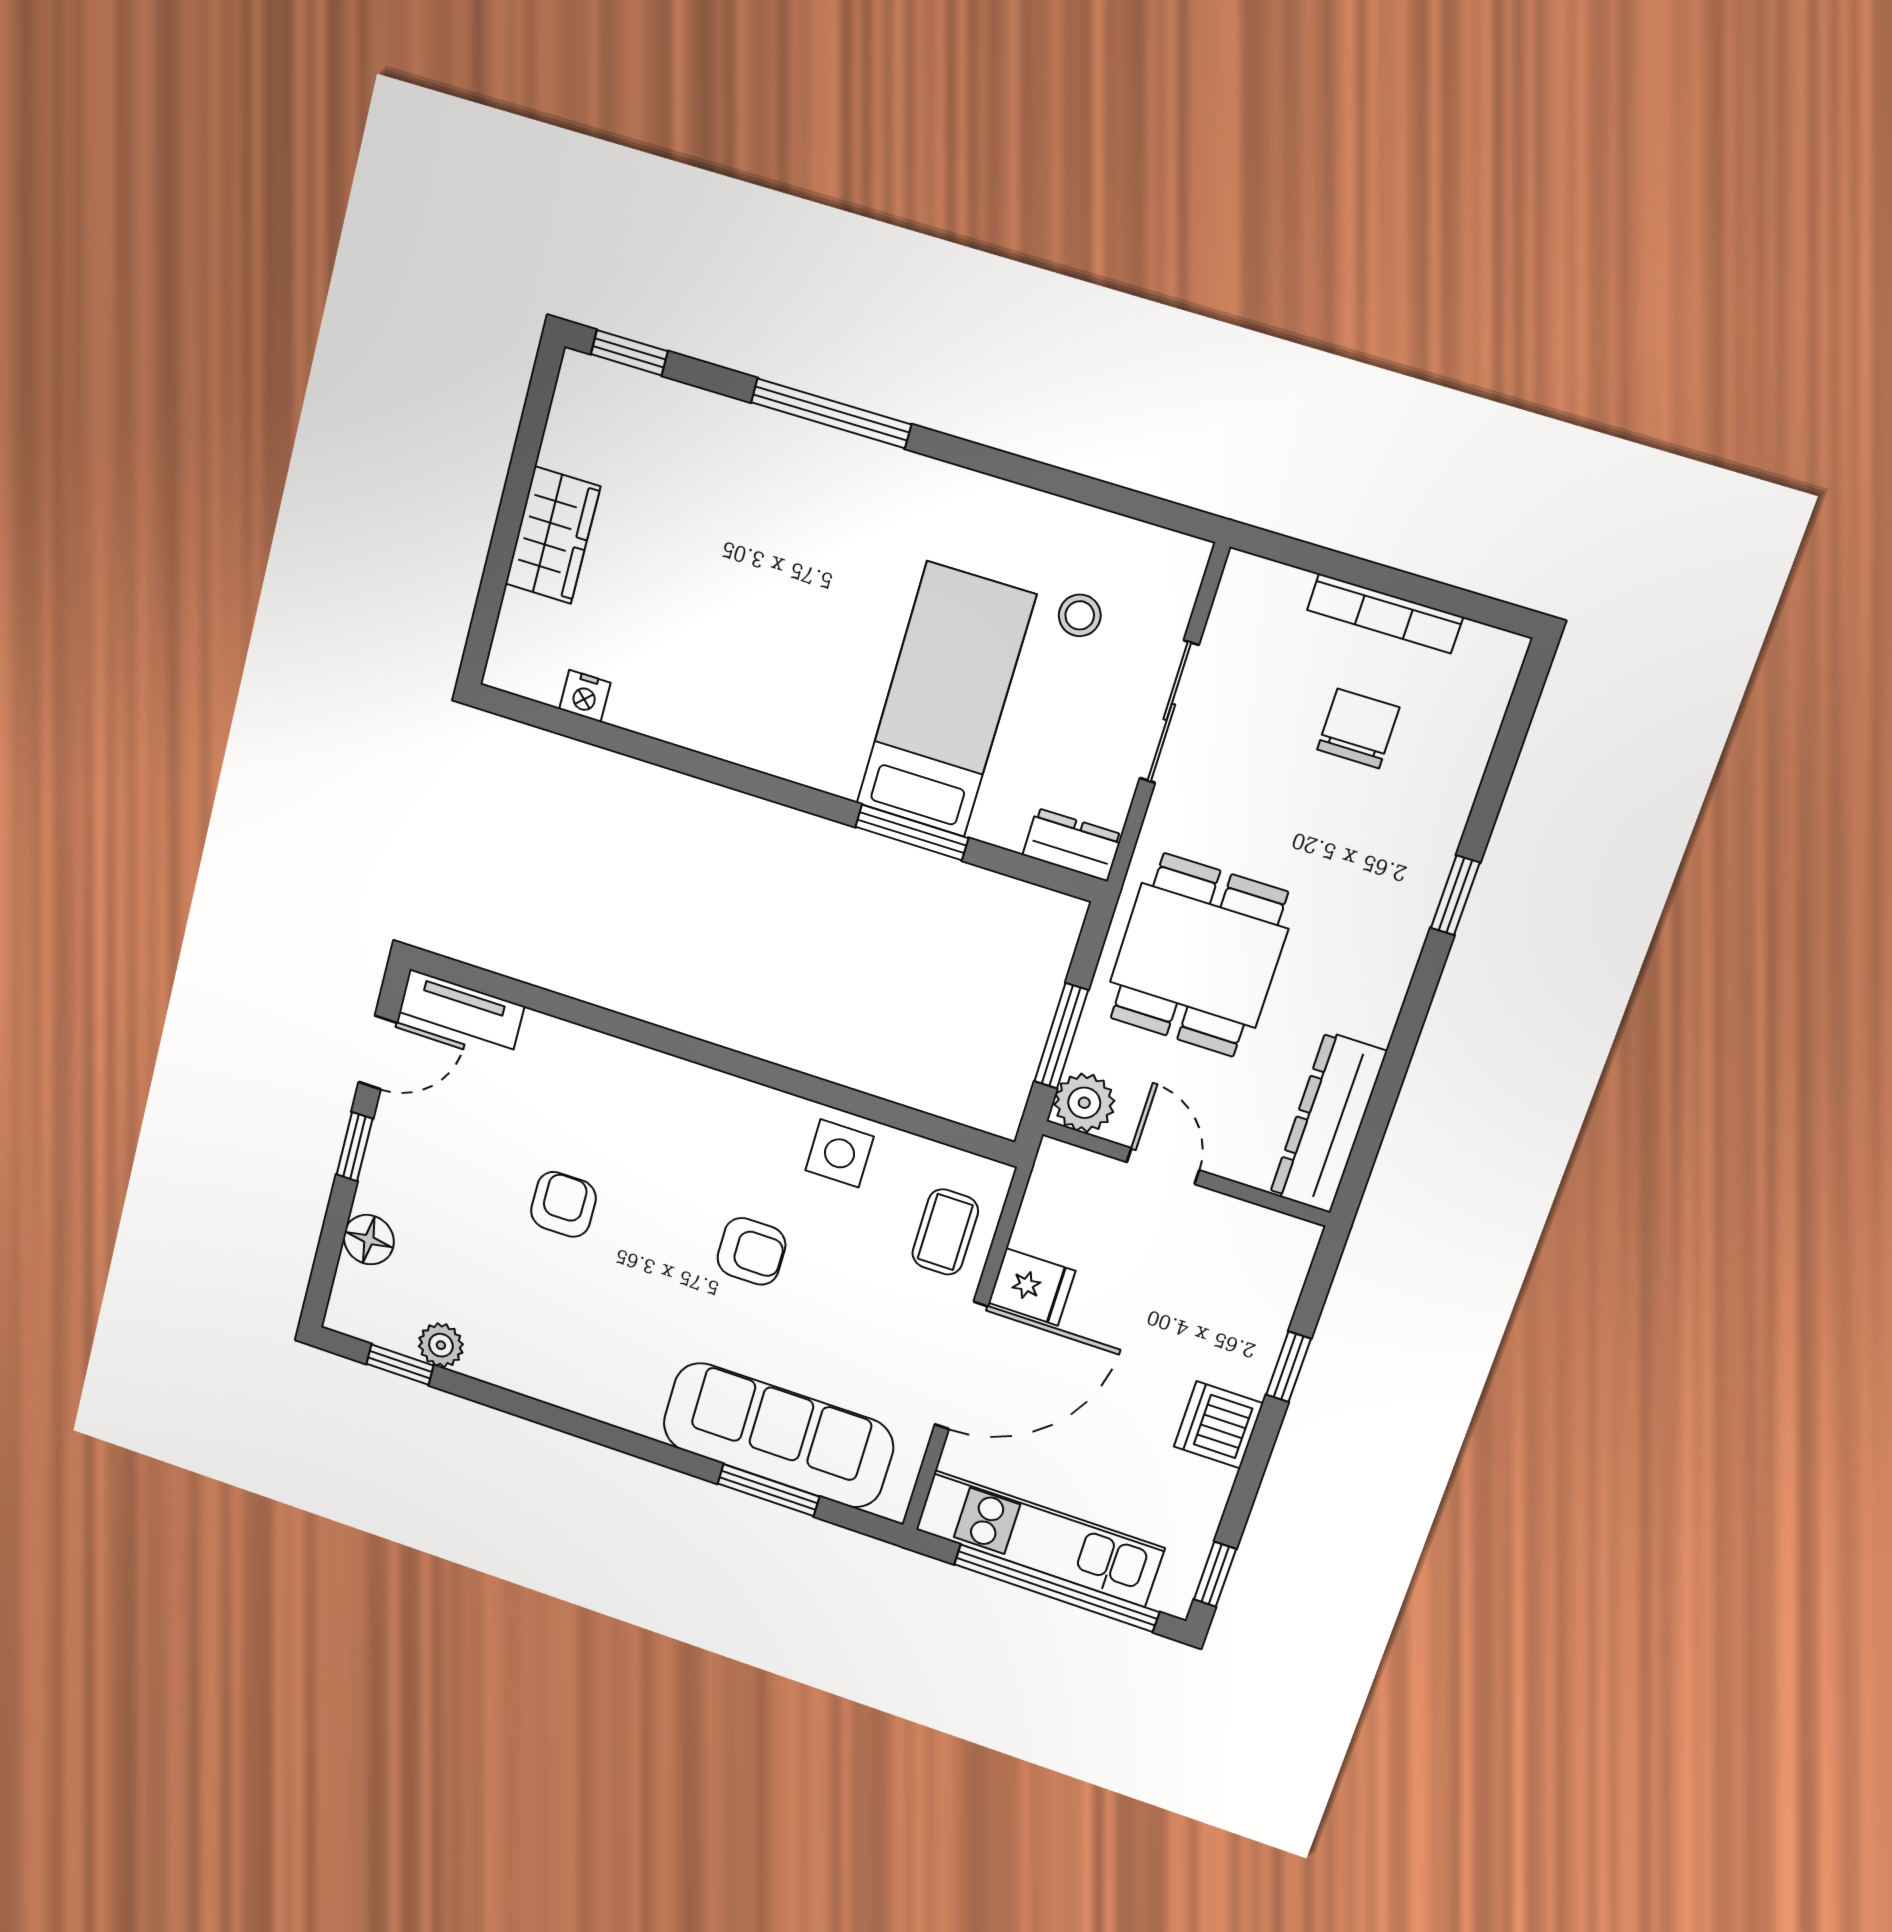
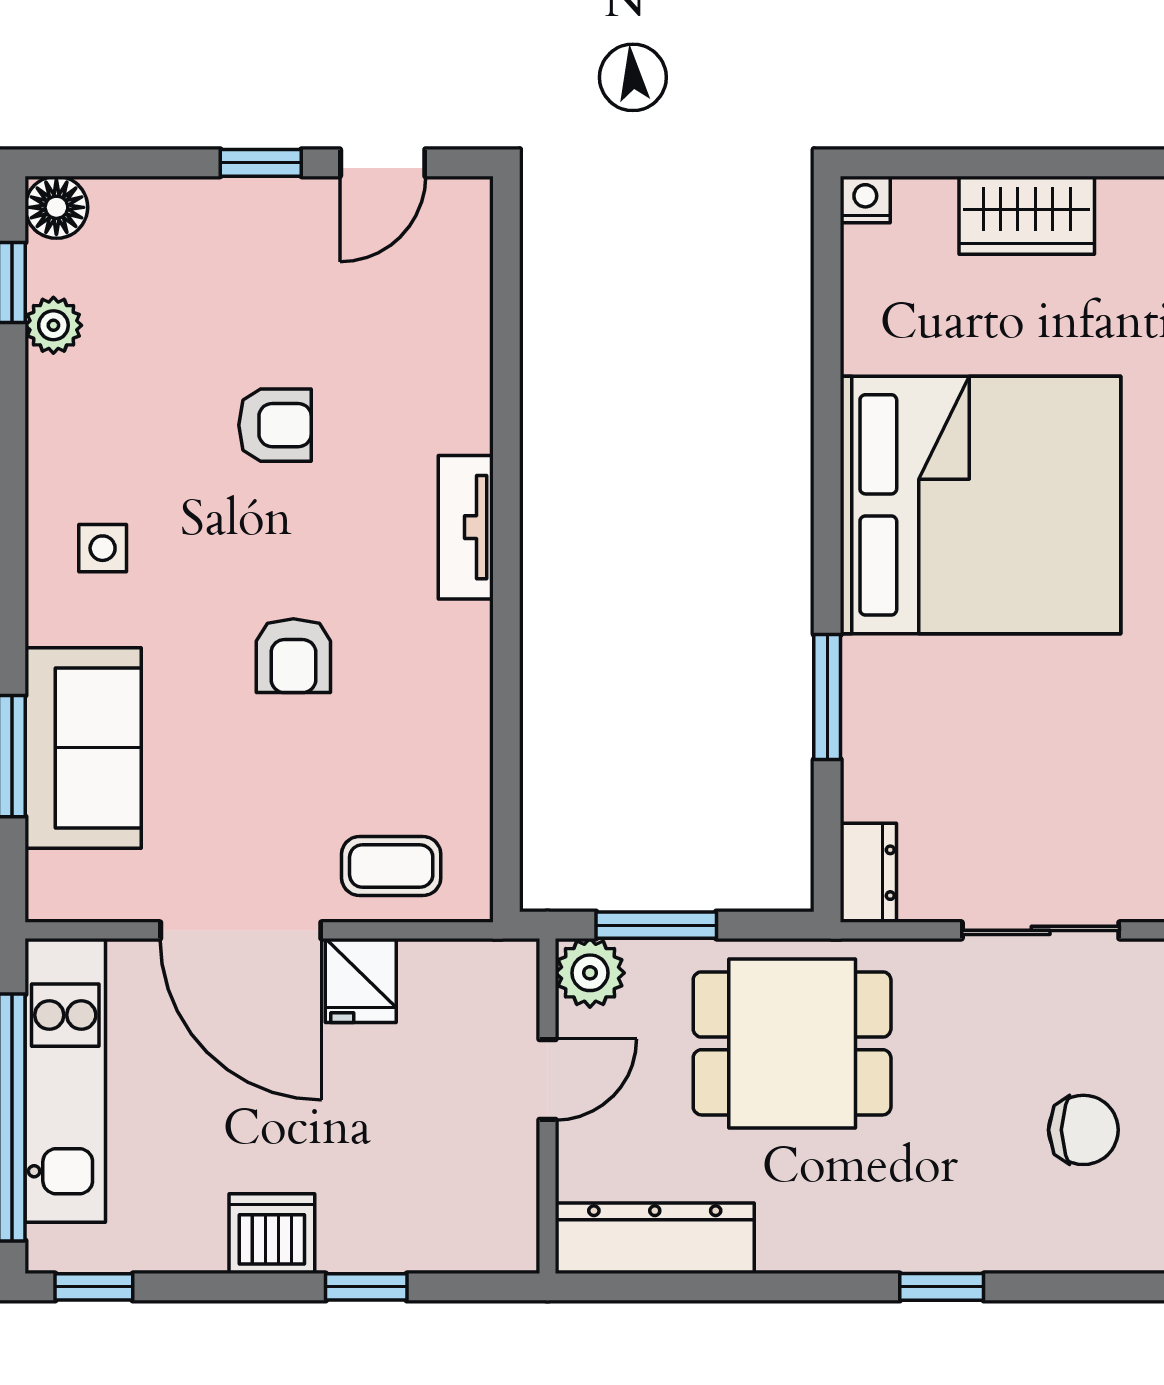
stool: (1080, 615) -> (1112, 806), removed
nightstand: (585, 696) -> (865, 200), moved, turned 90
bed: (946, 700) -> (981, 505), moved, width x2.04
tv unit: (462, 1009) -> (466, 527), moved
door: (378, 1052) -> (383, 163), hinge flipped
side table: (840, 1153) -> (103, 548), moved, width x0.73, depth x0.73
floor lamp: (369, 1240) -> (56, 207), moved
sofa: (778, 1435) -> (83, 748), width x0.73

